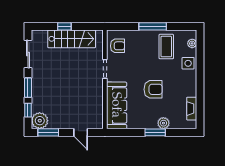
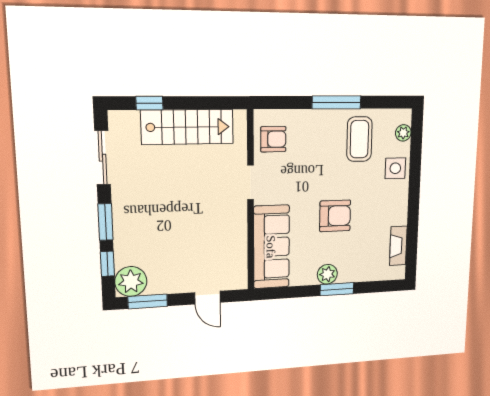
window: (64, 26) -> (149, 103), moved
plant: (163, 123) -> (327, 274), moved

